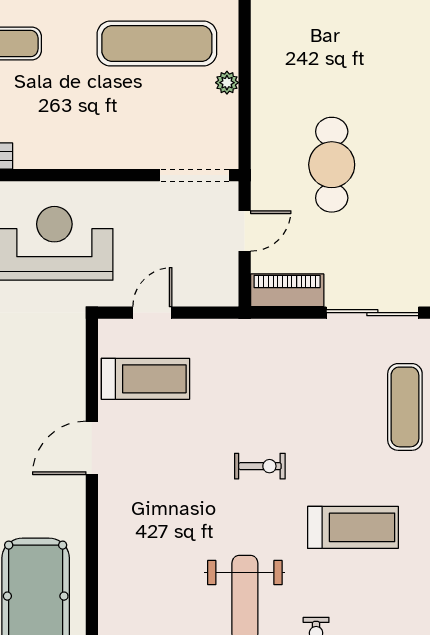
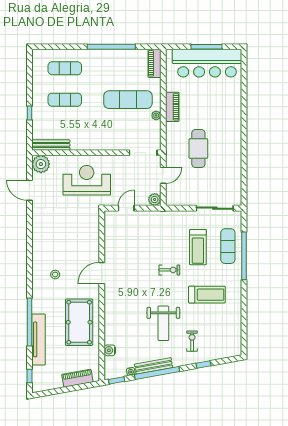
piano: (287, 290) -> (172, 107), moved, turned 90
plant: (223, 291) -> (155, 199), added
treadmill: (145, 379) -> (198, 247), moved, turned 90
door: (92, 448) -> (102, 273), moved

